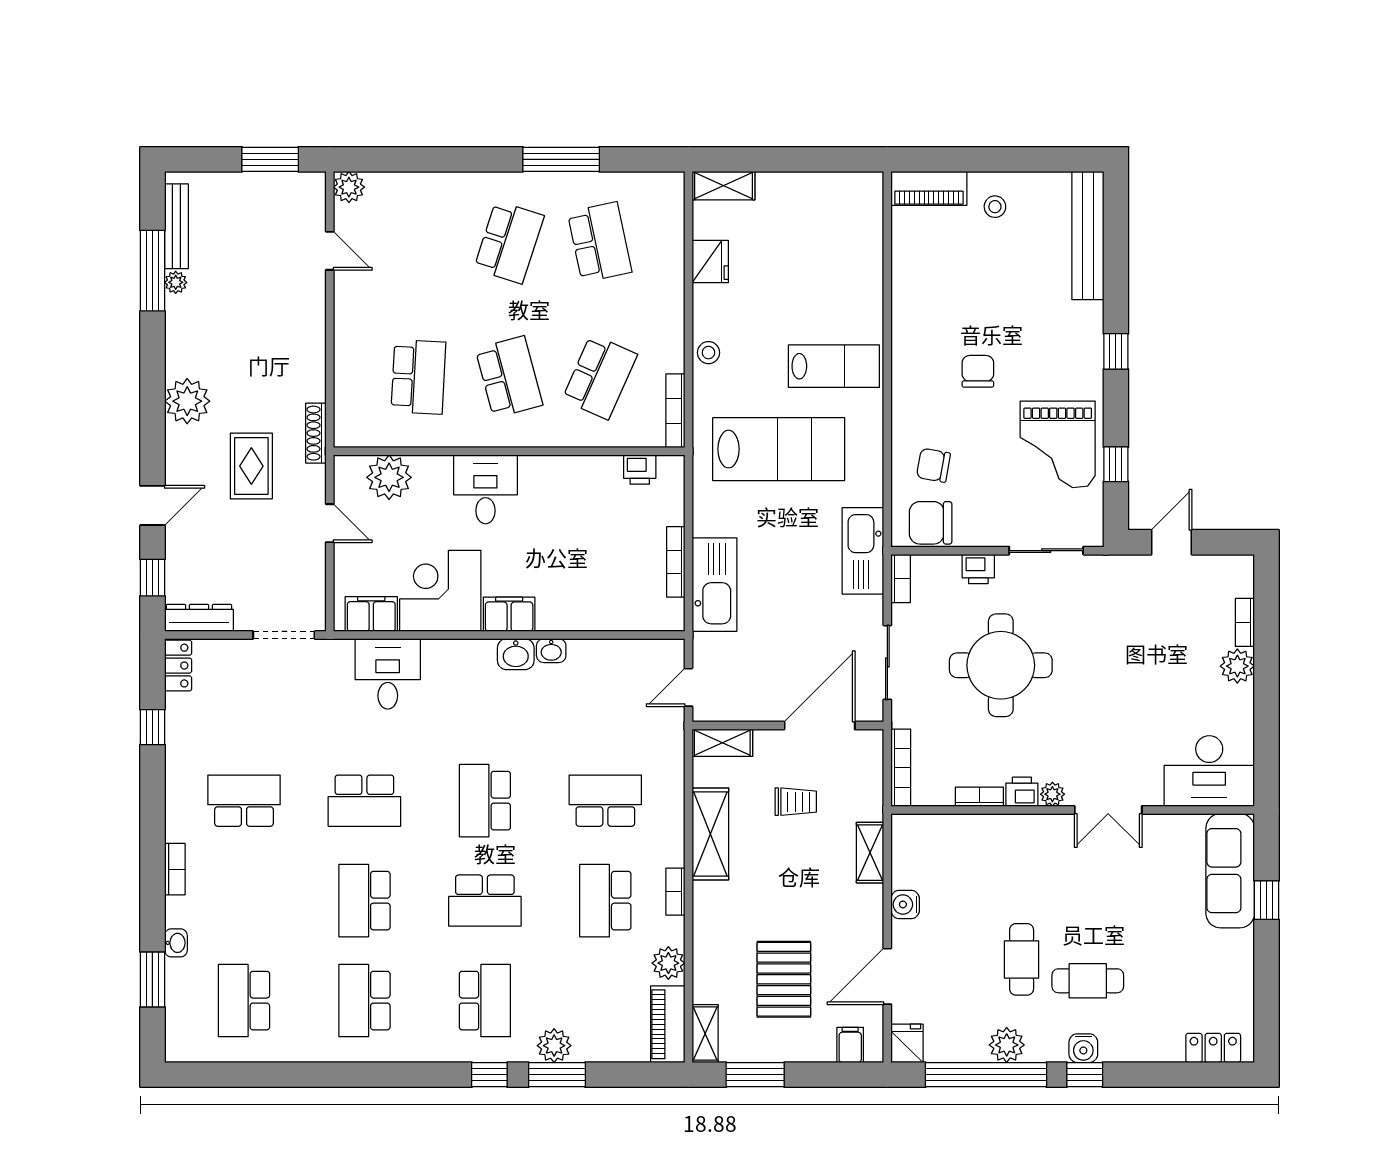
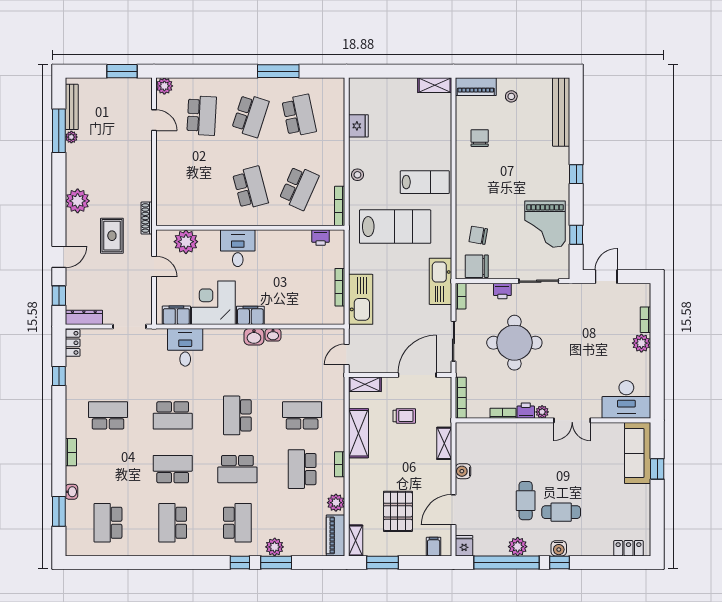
shelving: (723, 186) -> (435, 85), moved
chair: (978, 371) -> (480, 138), moved
school desk: (418, 377) -> (202, 115), moved
school desk: (364, 901) -> (173, 469), turned 90

